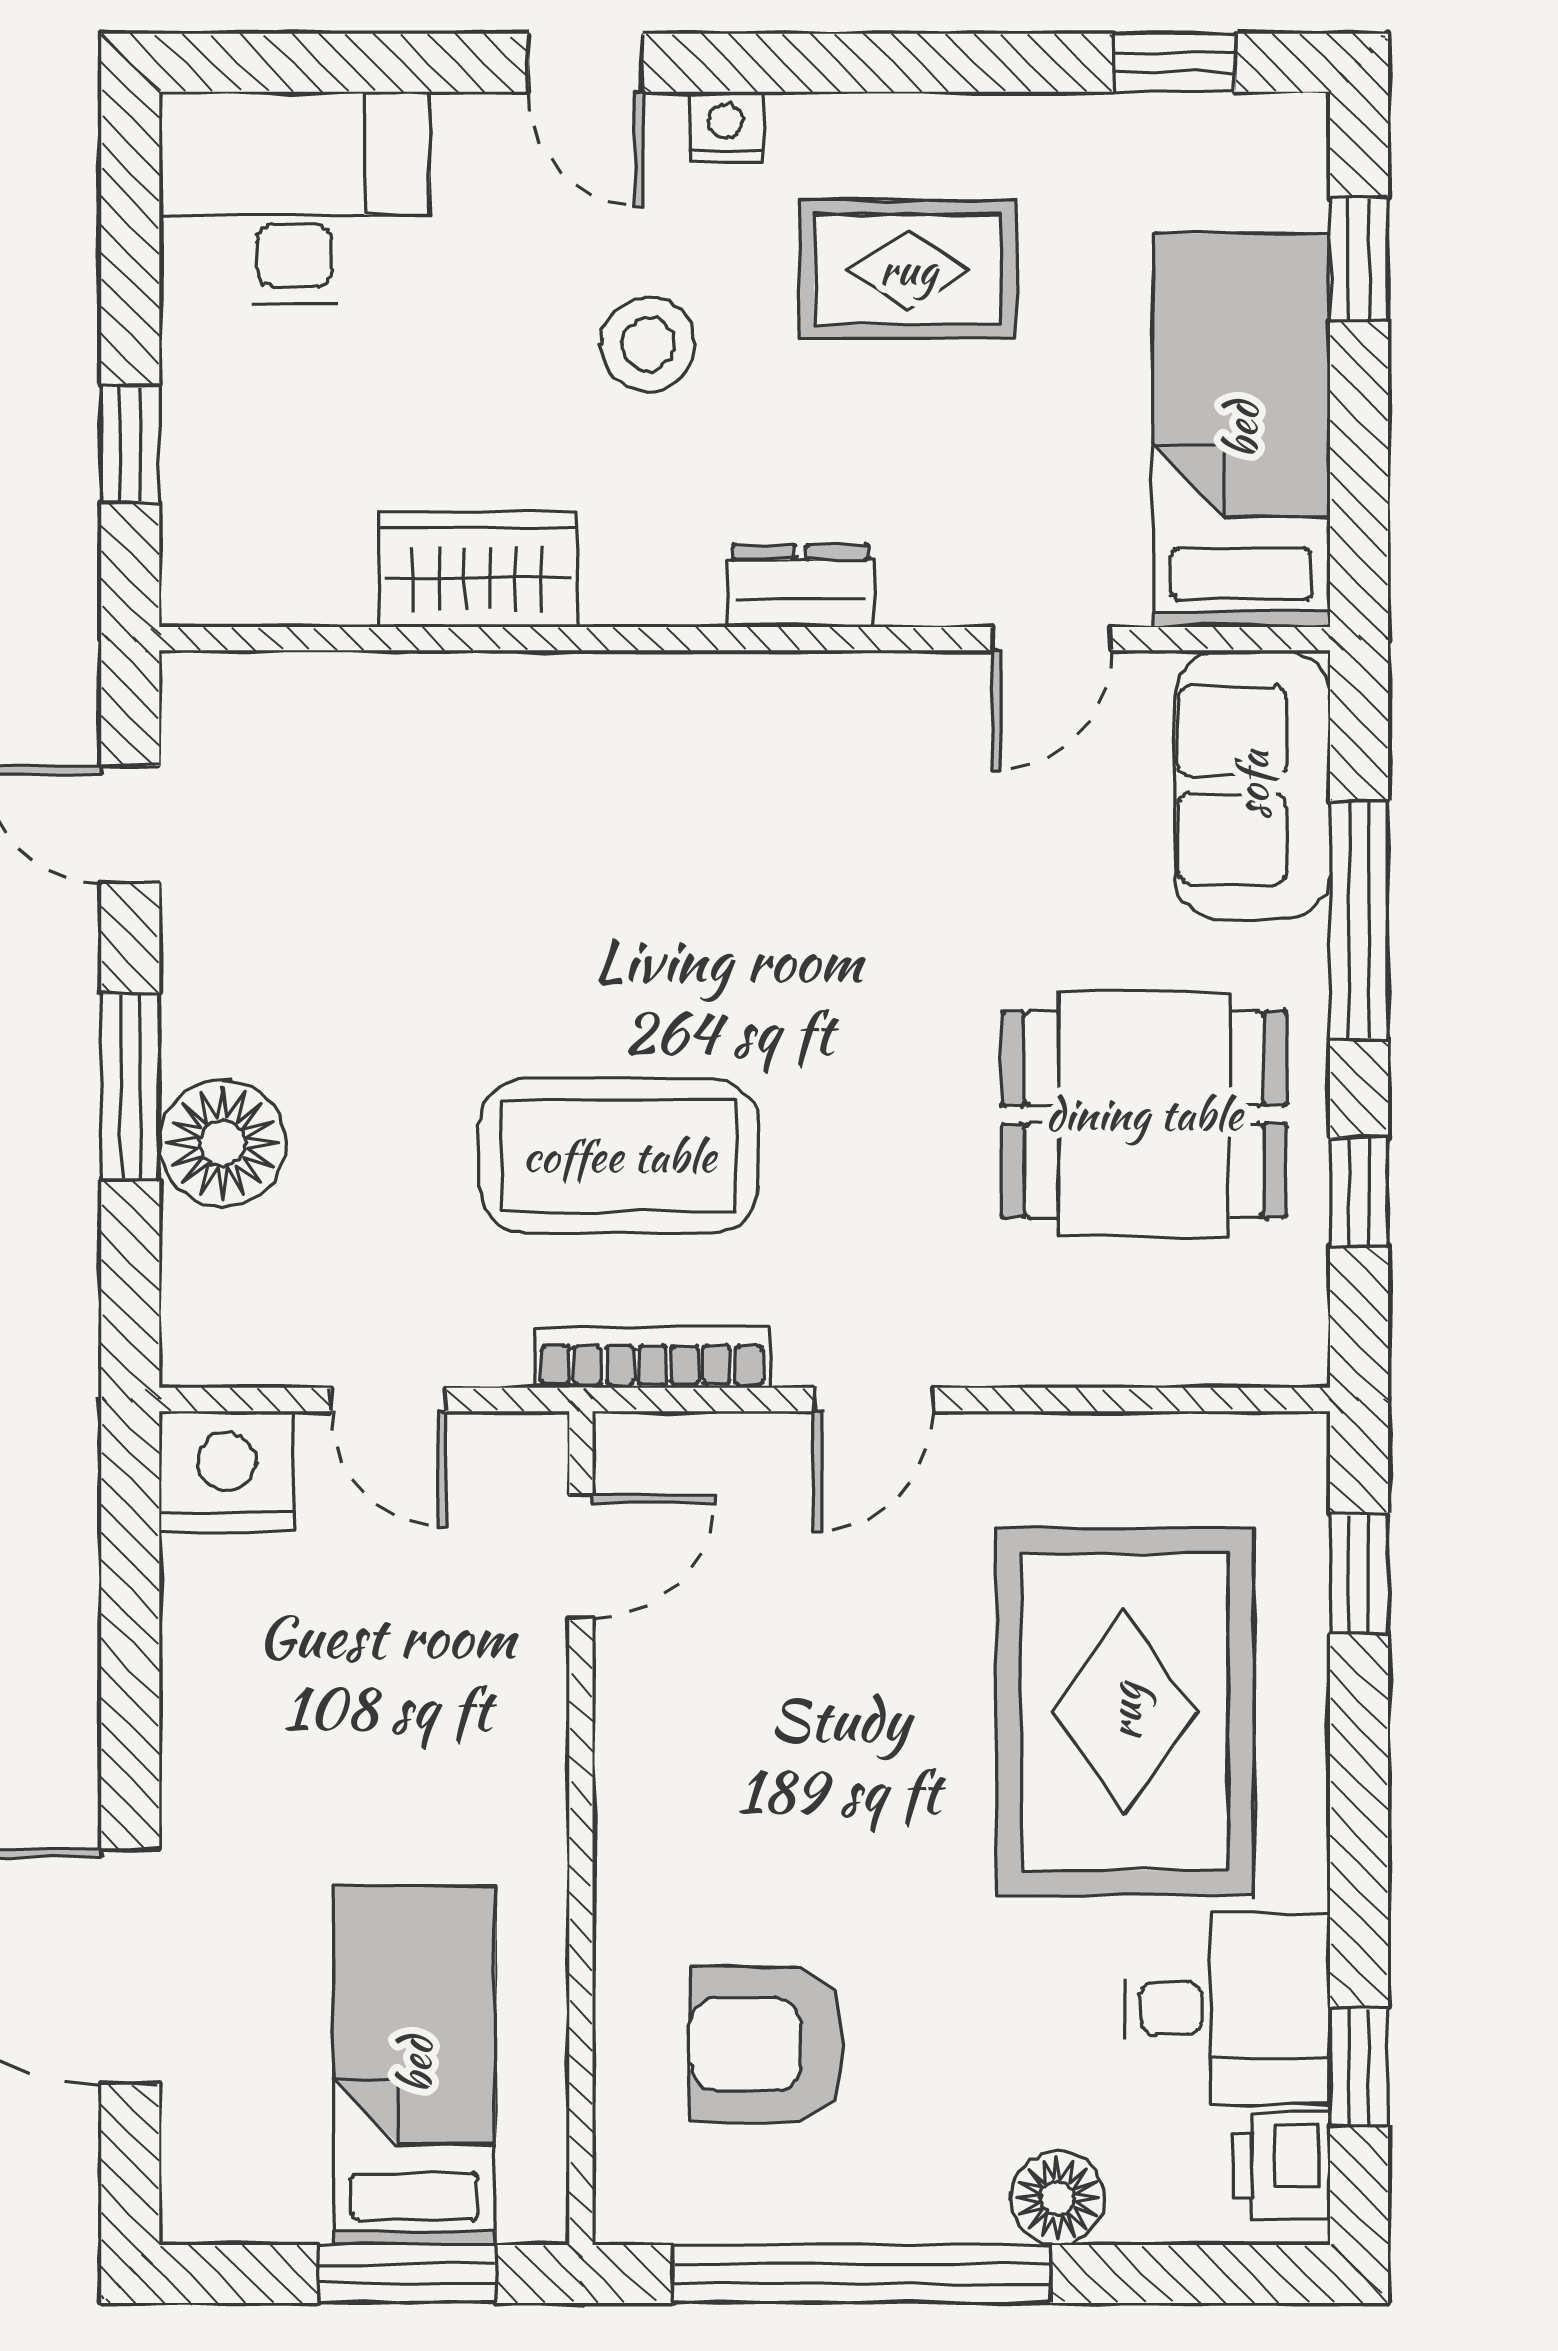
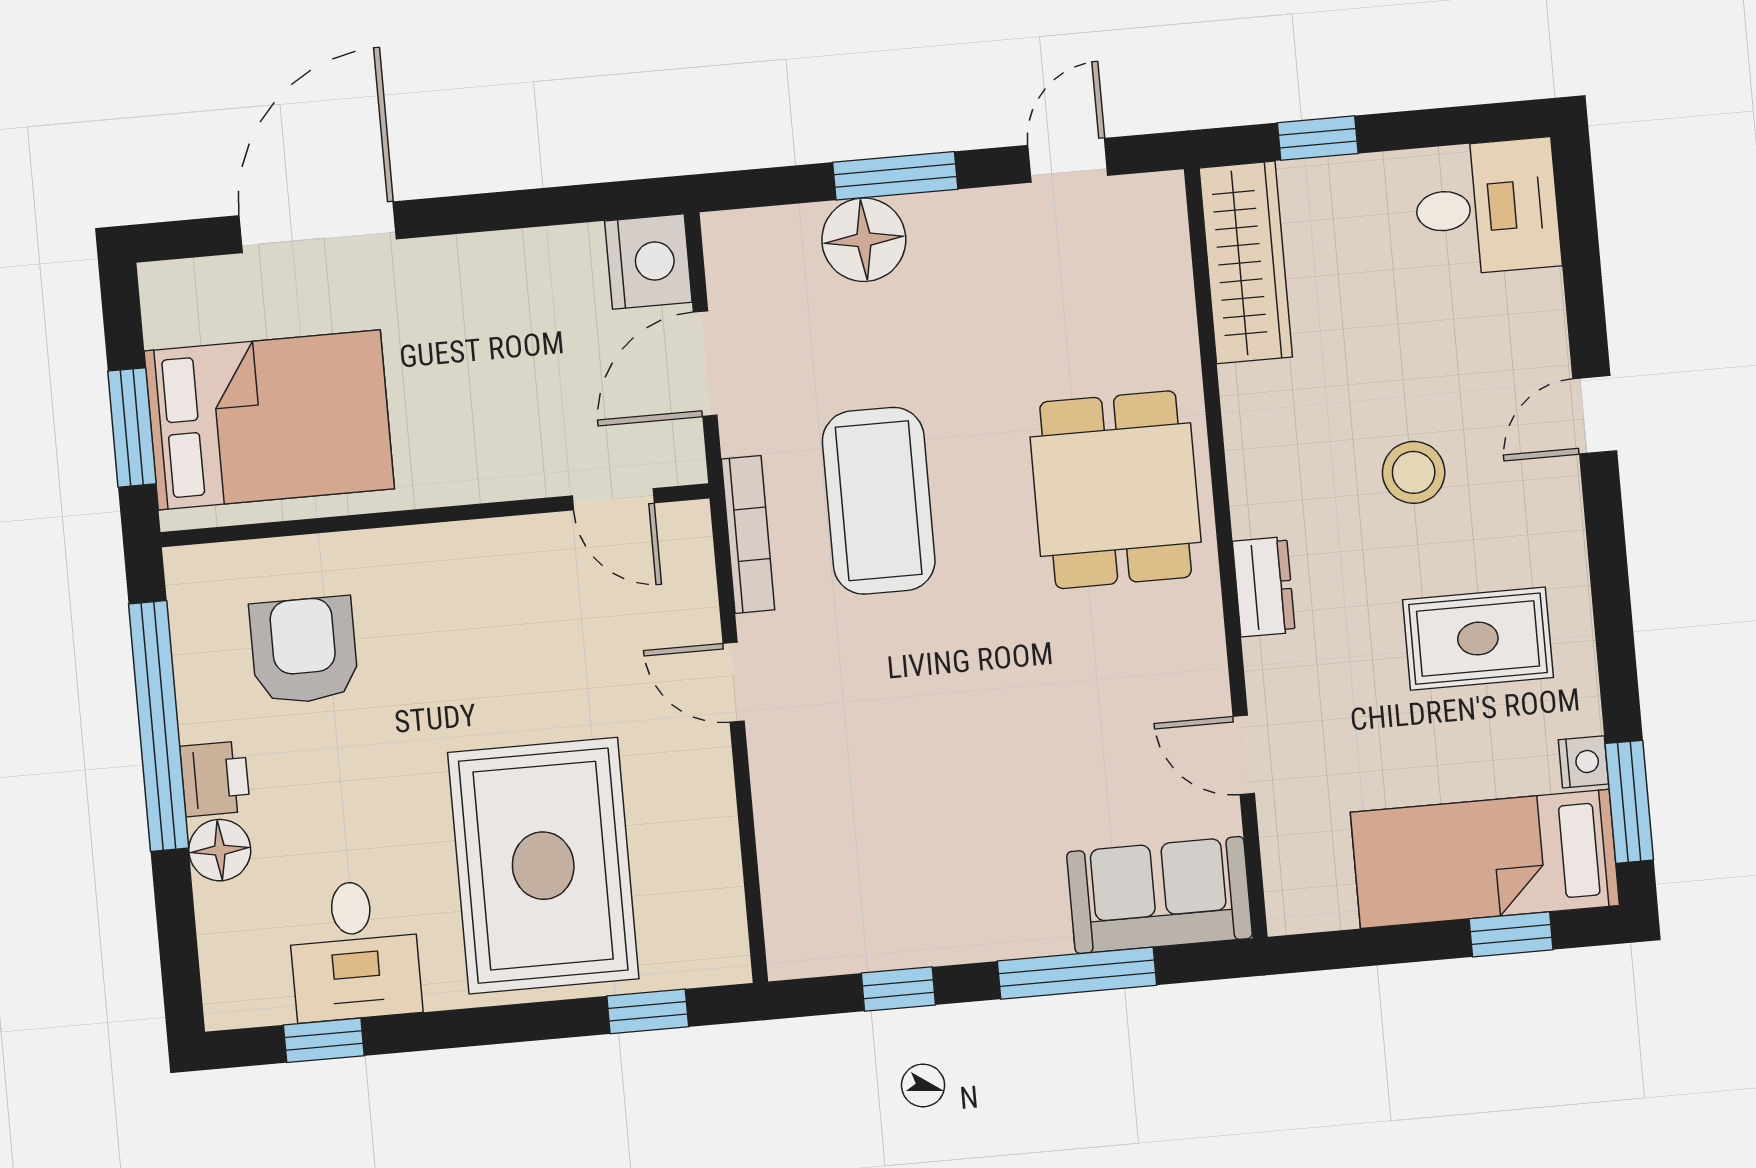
window: (1175, 63) -> (1629, 802), width x1.50
nightstand: (726, 127) -> (1583, 762), moved
desk: (294, 198) -> (1487, 207), width x0.73
rug: (908, 269) -> (1478, 639), turned 90
bed: (1241, 430) -> (1485, 859), moved, turned 180
wardrobe: (478, 569) -> (1246, 262), moved, width x1.50
dining table: (1144, 1114) -> (1116, 490), moved
door: (388, 1399) -> (705, 364), width x1.38
rug: (1125, 1712) -> (543, 866), turned 90
bed: (415, 2065) -> (269, 420), width x1.50
printer: (1281, 2165) -> (215, 779), moved, turned 90

